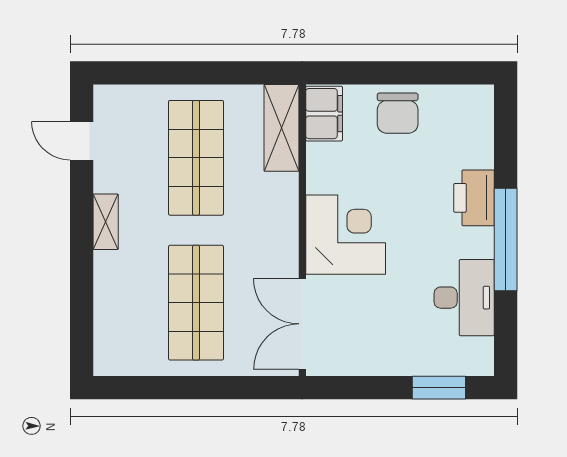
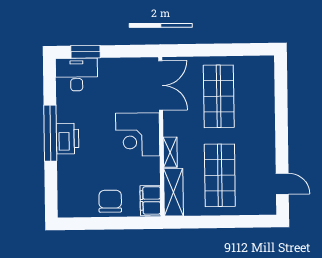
printer: (474, 198) -> (68, 139), moved
shelving: (106, 222) -> (170, 152), moved
desk: (464, 298) -> (77, 75), moved, turned 90

